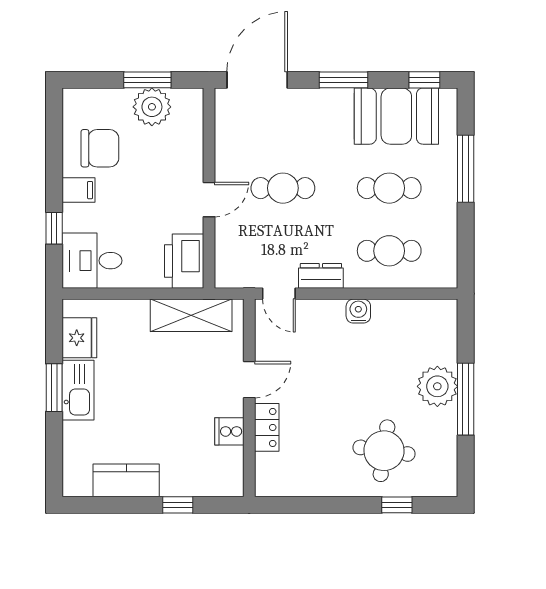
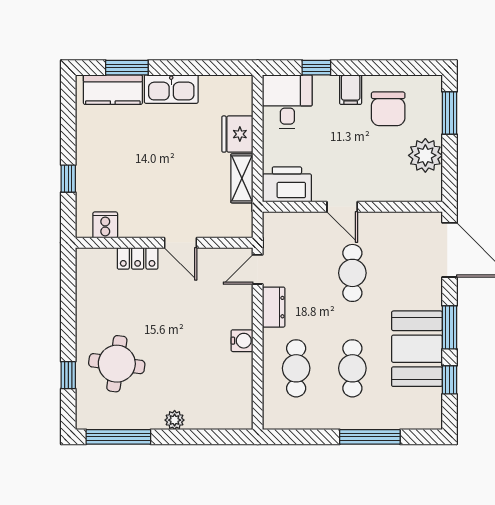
window: (147, 80) -> (450, 113), moved
window: (424, 80) -> (450, 380), moved
booth: (396, 116) -> (417, 349), moved
shelving: (191, 315) -> (242, 178), width x0.67, depth x0.75
fridge: (79, 338) -> (237, 134), moved, turned 90
plant: (437, 386) -> (175, 420), width x0.53, depth x0.53
window: (54, 388) -> (127, 68), moved
window: (466, 399) -> (118, 437), moved
cooker: (229, 431) -> (105, 225), moved
kitchen counter: (126, 480) -> (113, 90), moved, turned 90

